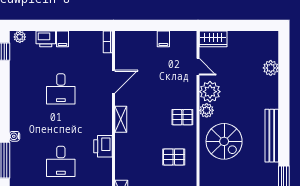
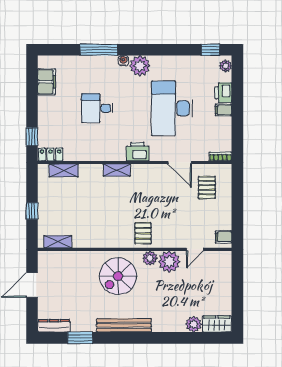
filing cabinet: (163, 39) -> (224, 237), moved
wardrobe: (213, 39) -> (217, 324), moved, turned 90
desk: (61, 89) -> (172, 108), width x1.87, depth x1.30
shelving: (121, 119) -> (117, 170), moved
plant: (20, 120) -> (140, 66), added
printer: (103, 146) -> (138, 152), moved
pallet: (174, 157) -> (207, 187), moved

